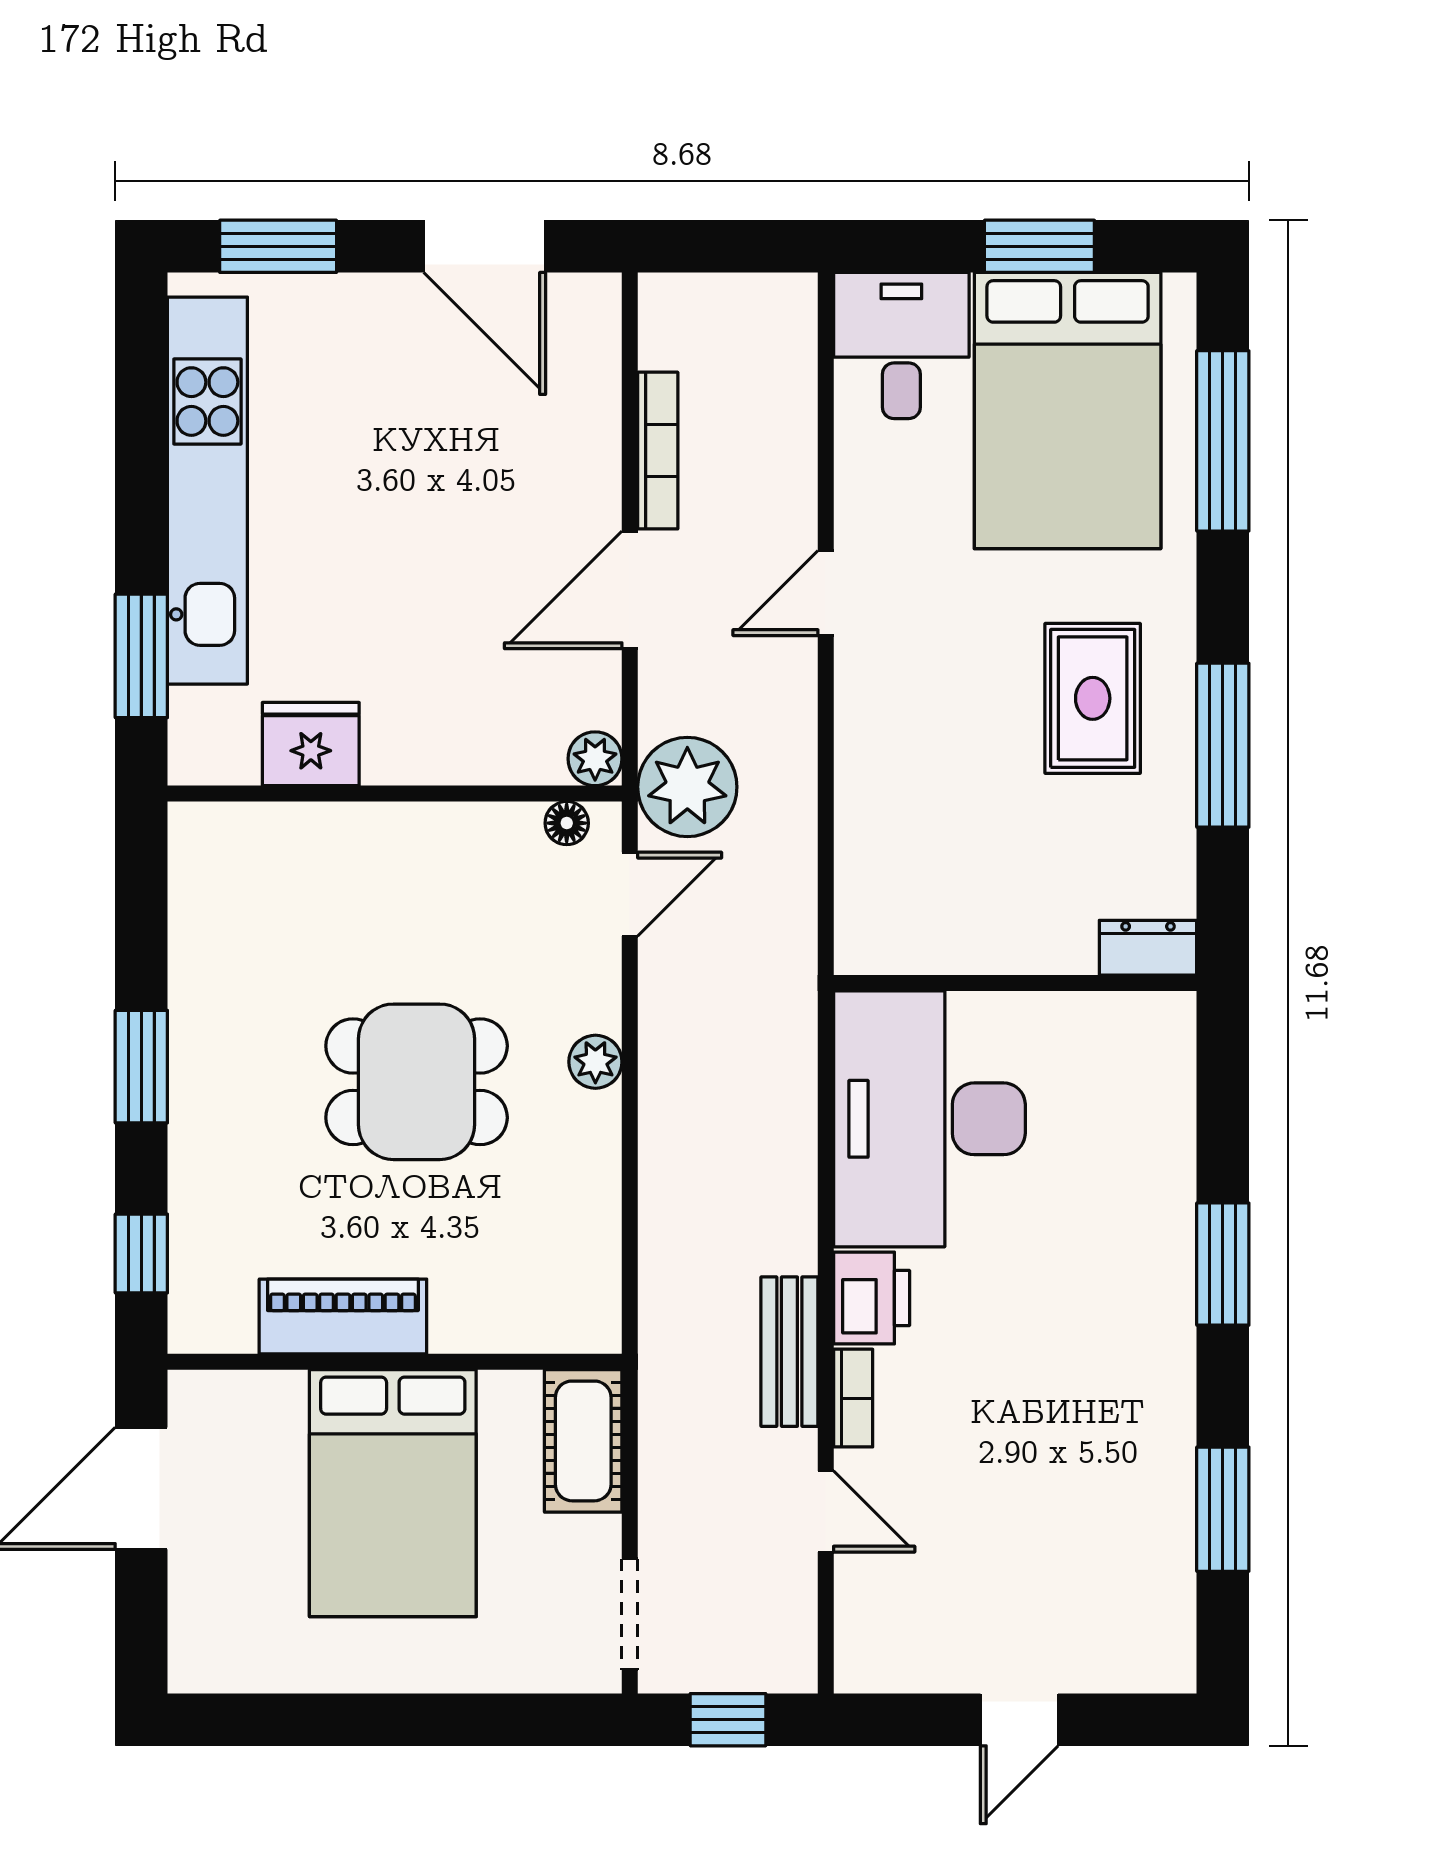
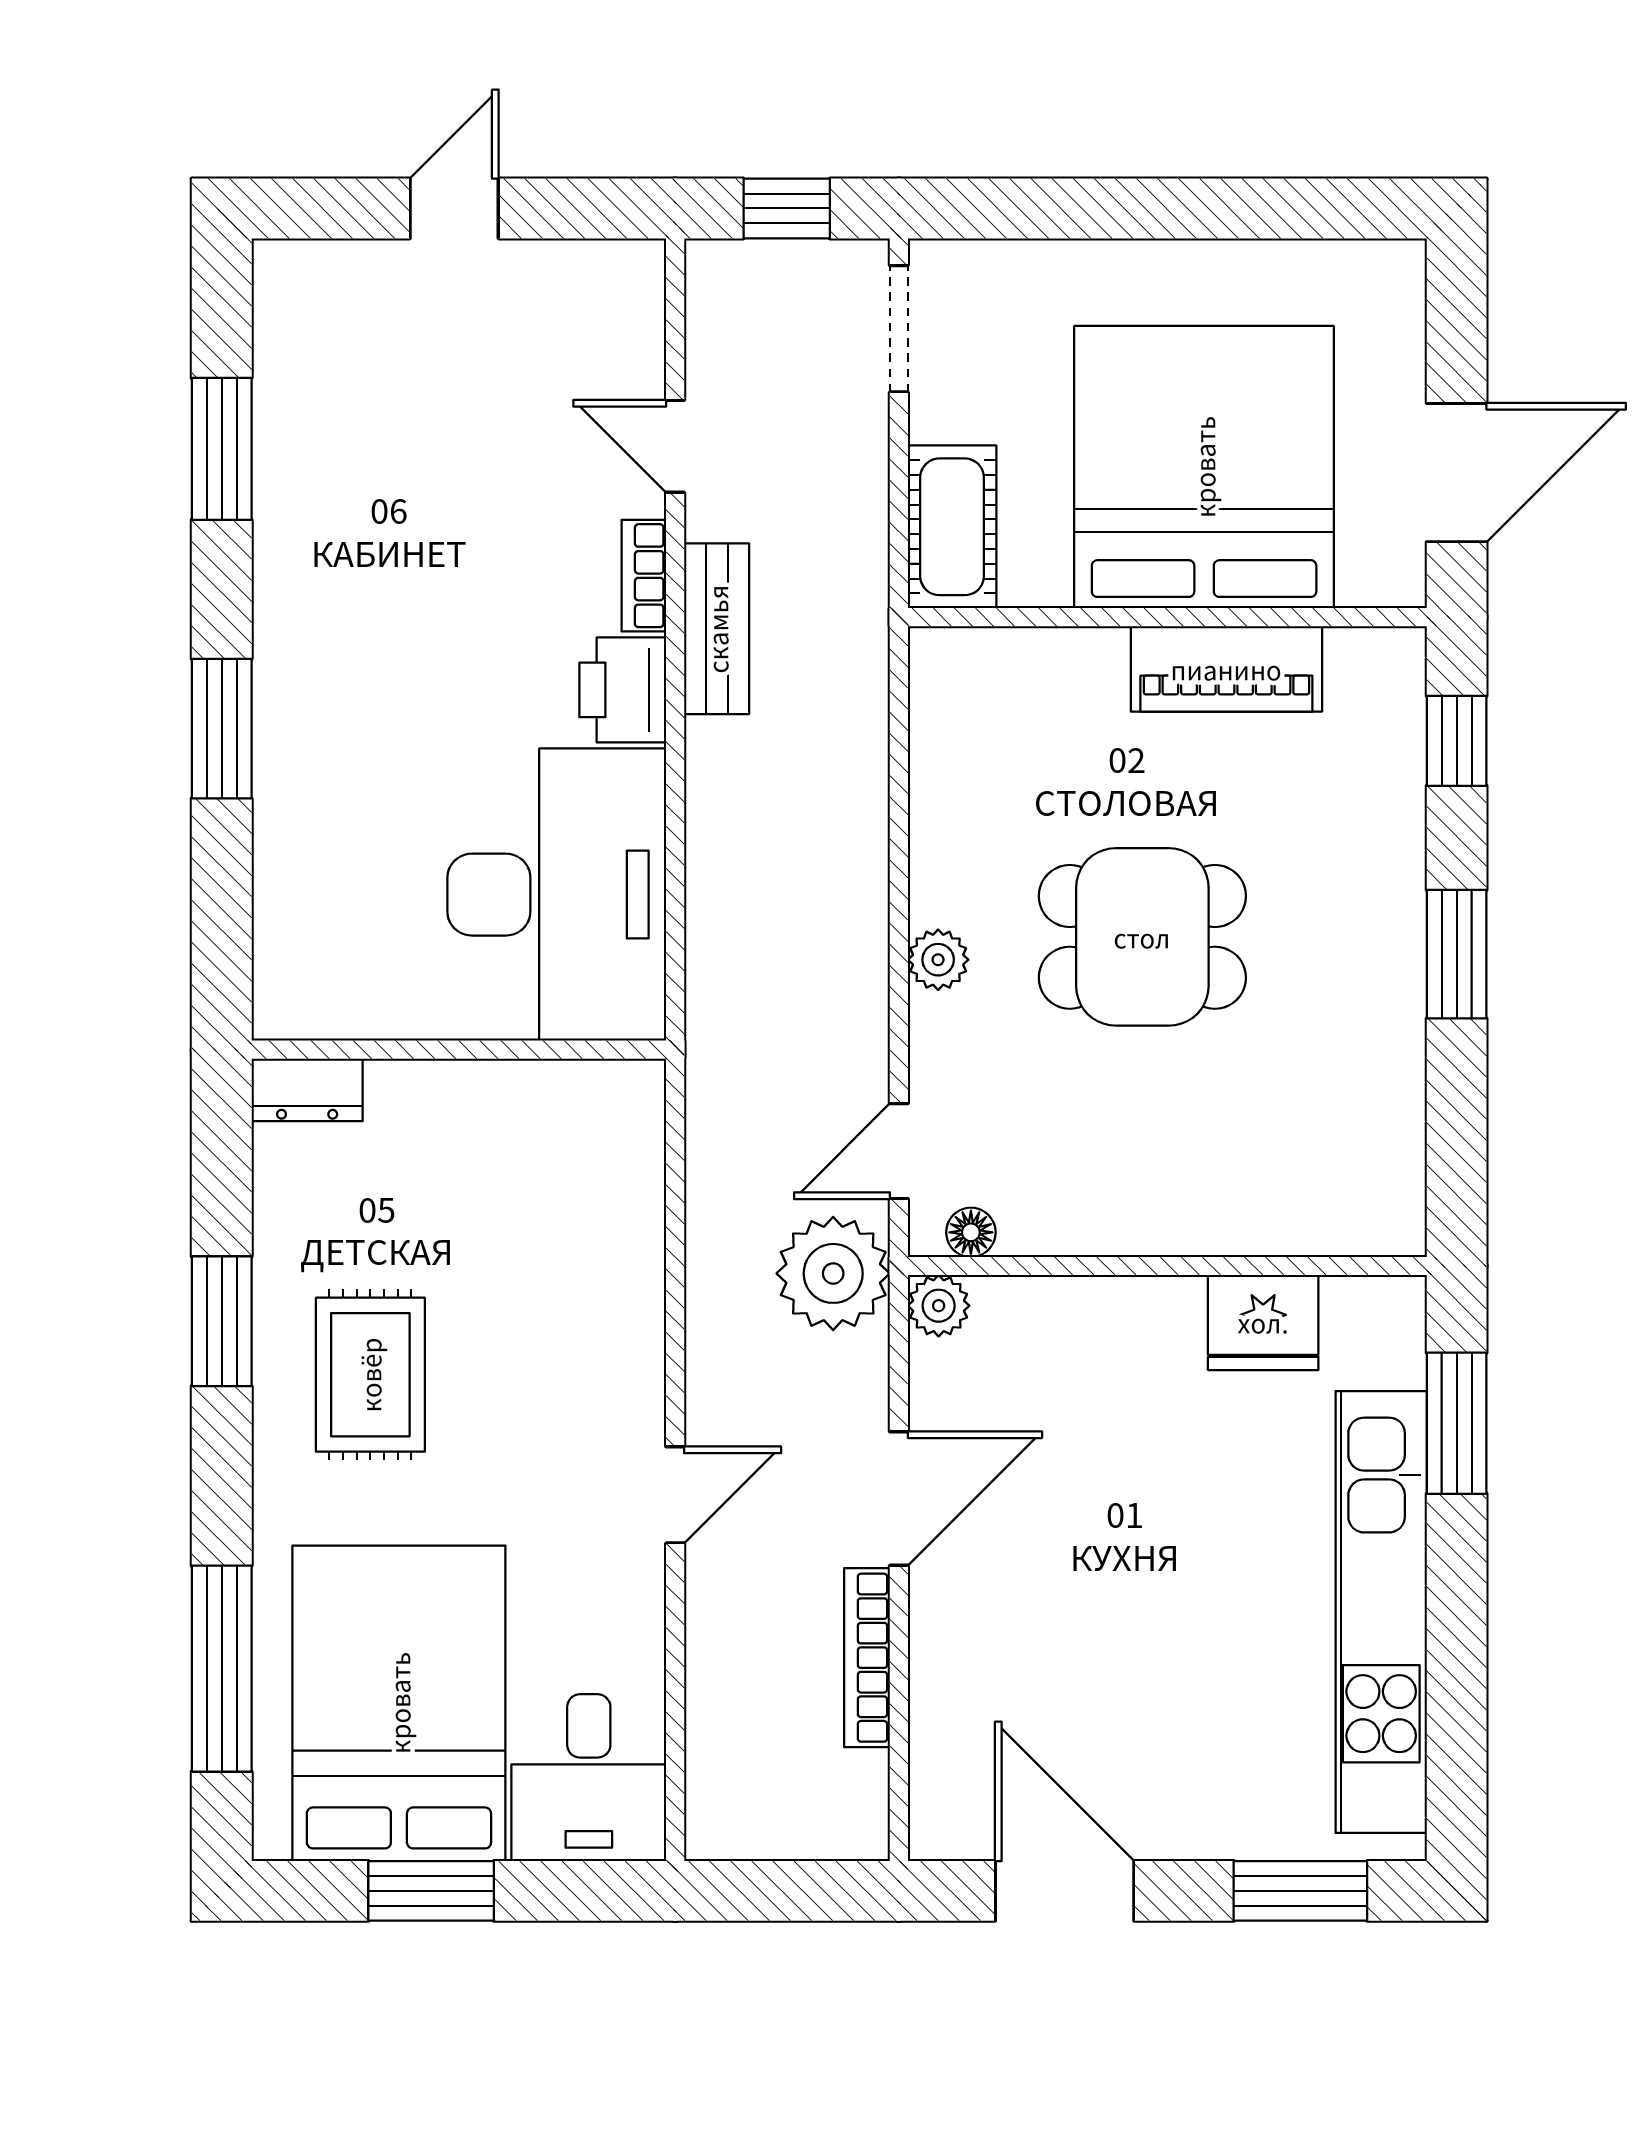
window: (1223, 745) -> (222, 1321), width x0.69
bed: (393, 1493) -> (1204, 467), width x1.36

